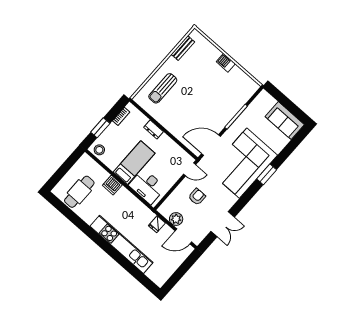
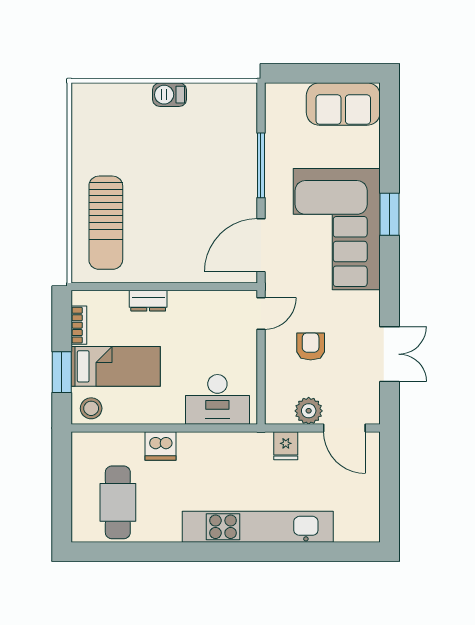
bench: (183, 48) -> (81, 131), removed
sun lounger: (163, 88) -> (106, 223), width x1.36, depth x1.34
bed: (134, 163) -> (116, 366), moved, turned 90
door: (183, 236) -> (344, 428), hinge flipped

